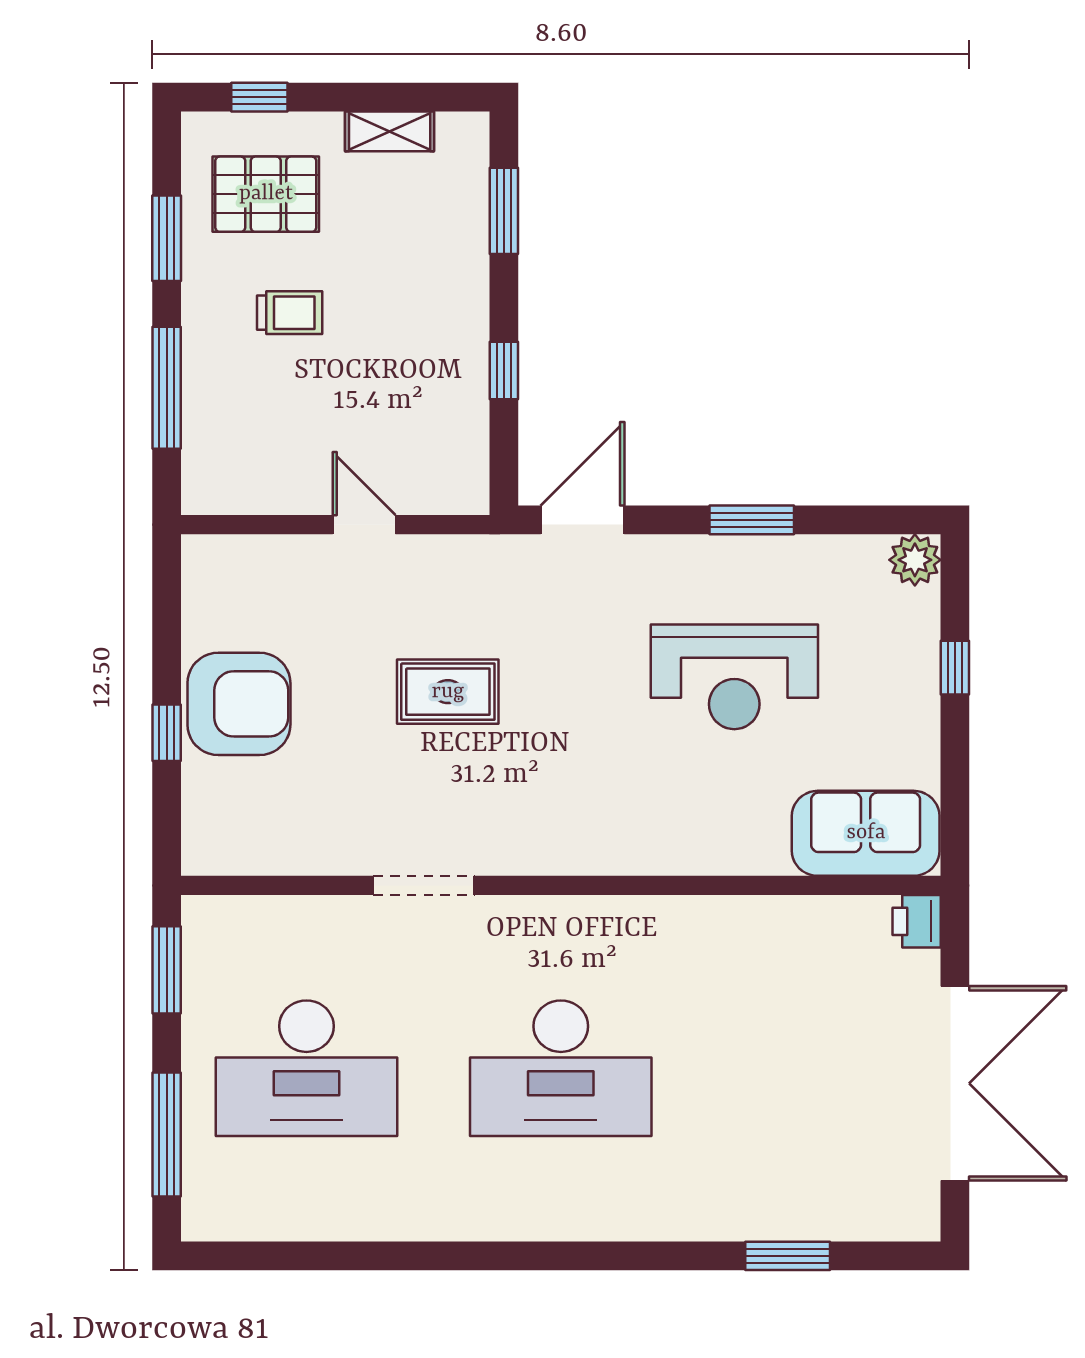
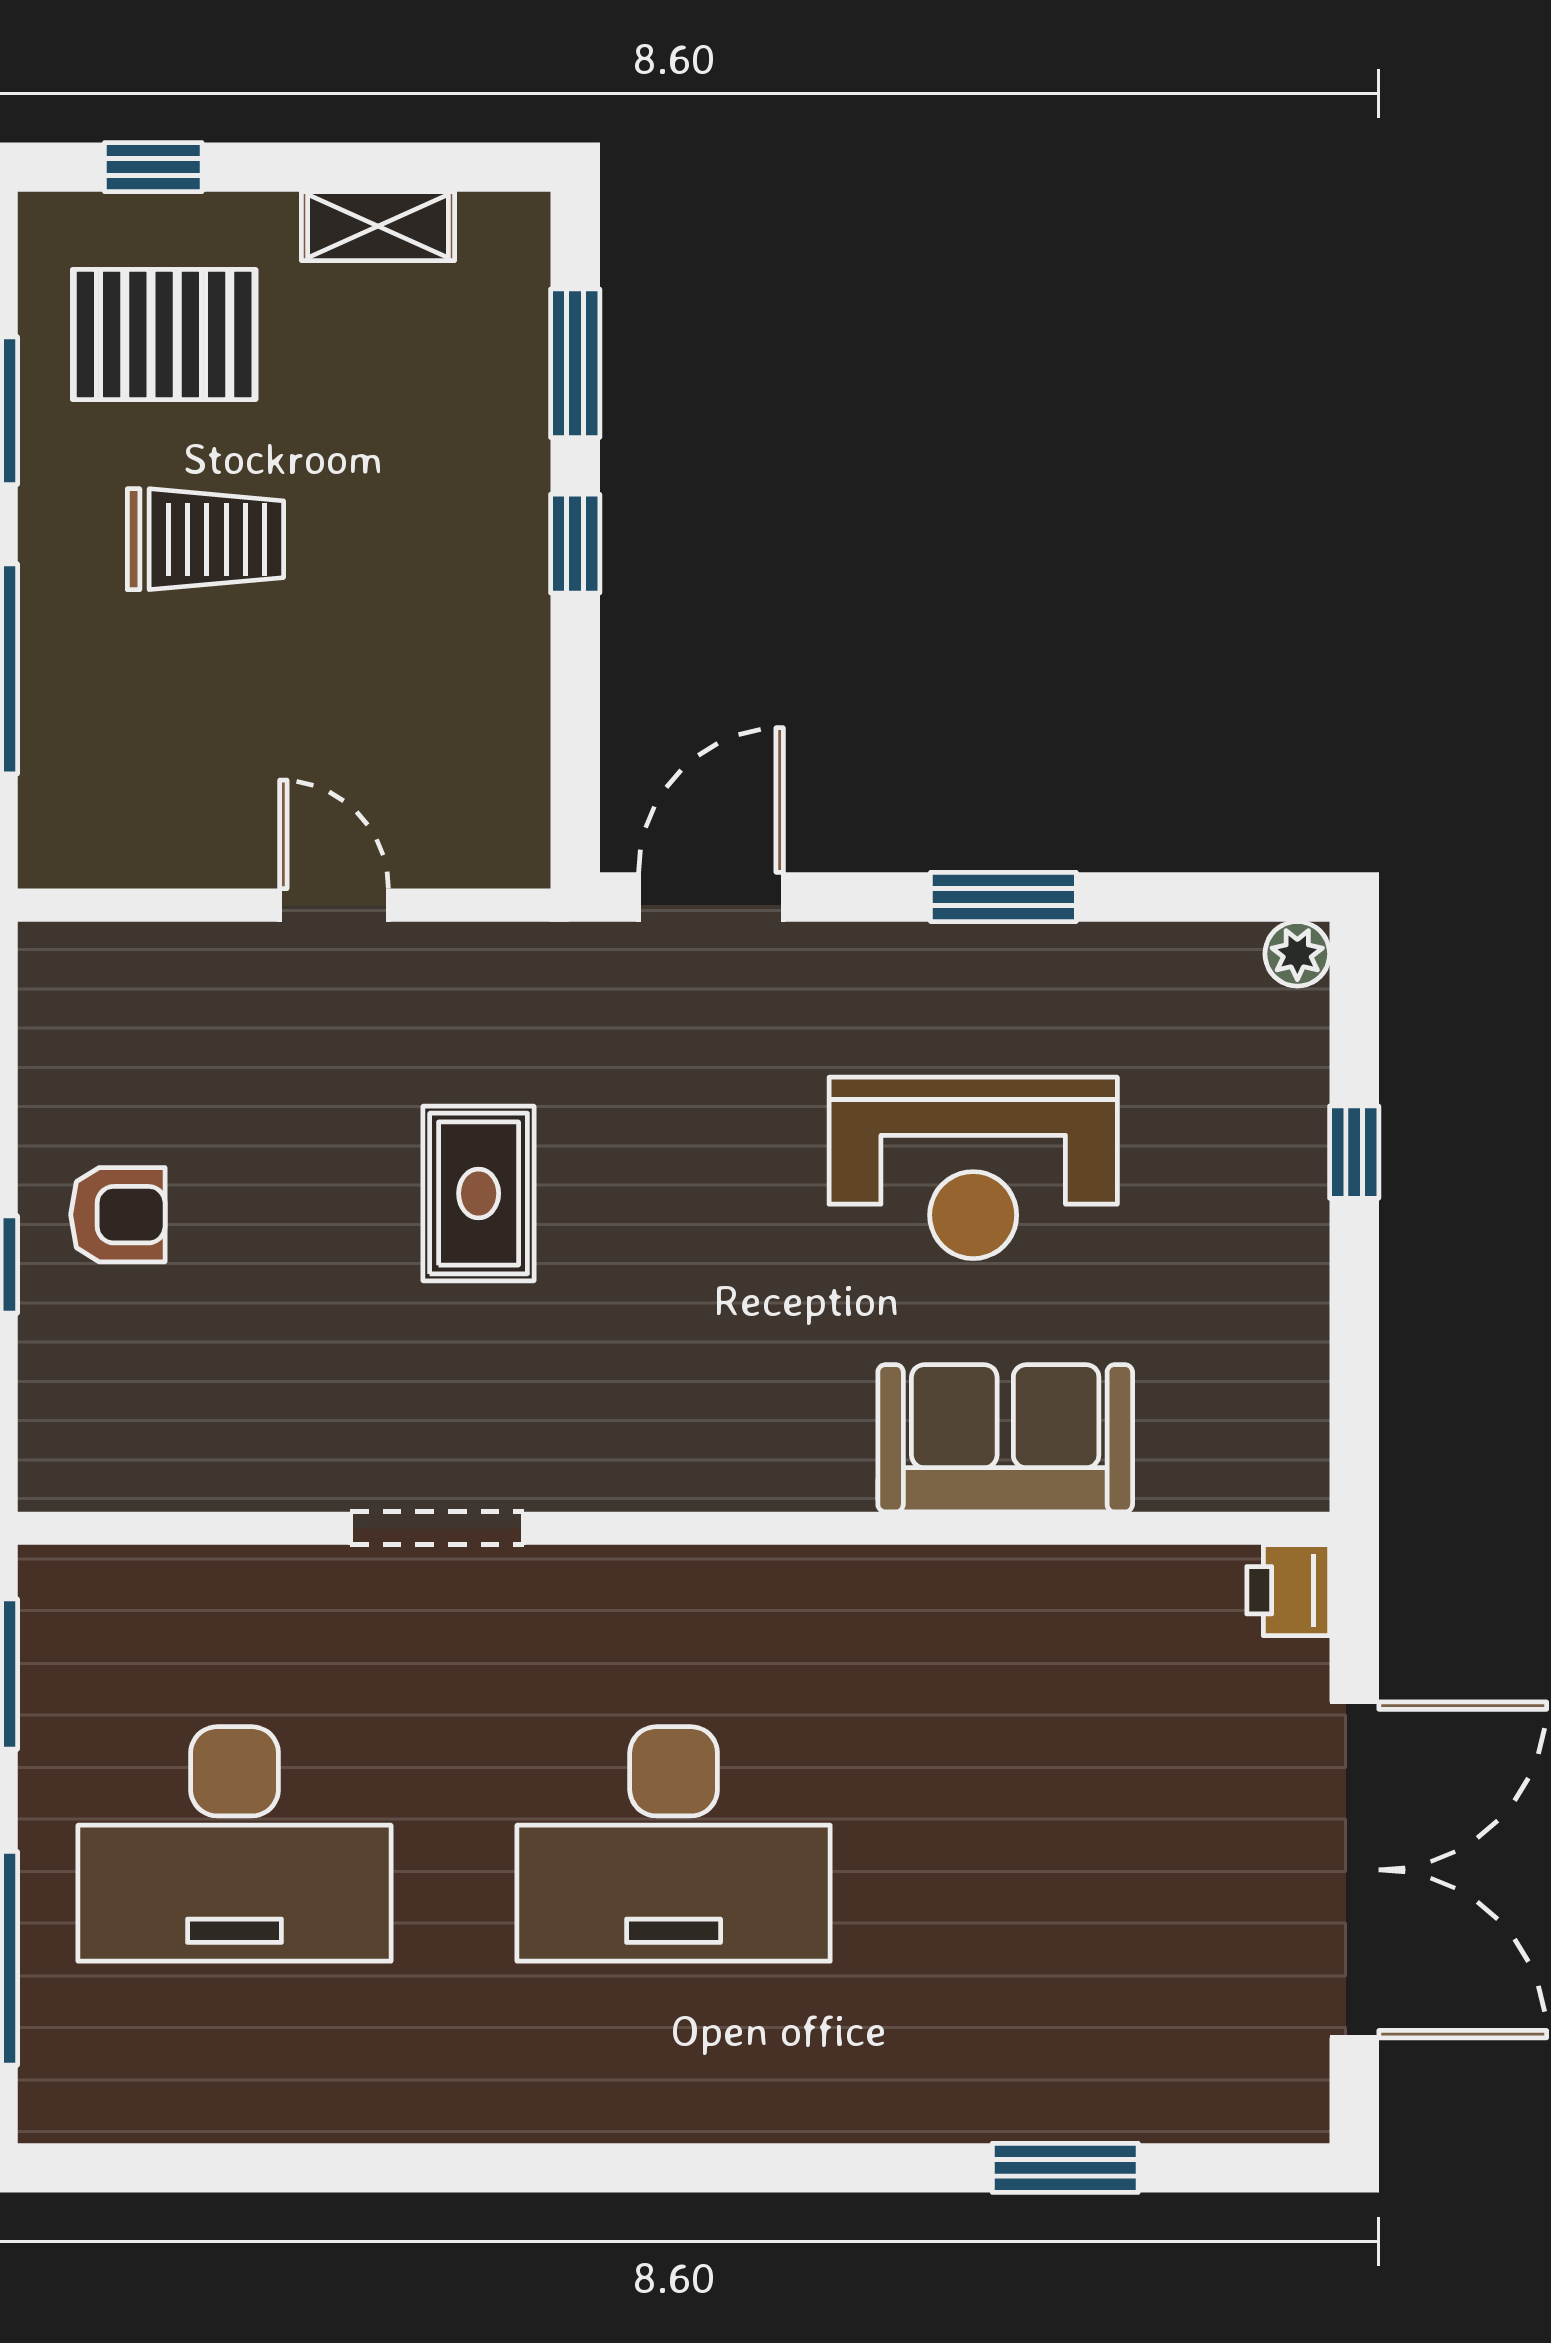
trolley: (290, 313) -> (205, 539), width x1.36, depth x1.39
window: (504, 370) -> (575, 544), moved
plant: (915, 560) -> (1297, 954), width x0.73, depth x0.73
rug: (448, 692) -> (479, 1193), turned 90
armchair: (239, 704) -> (118, 1215), width x0.53, depth x0.53
sofa: (866, 833) -> (1005, 1438), moved

